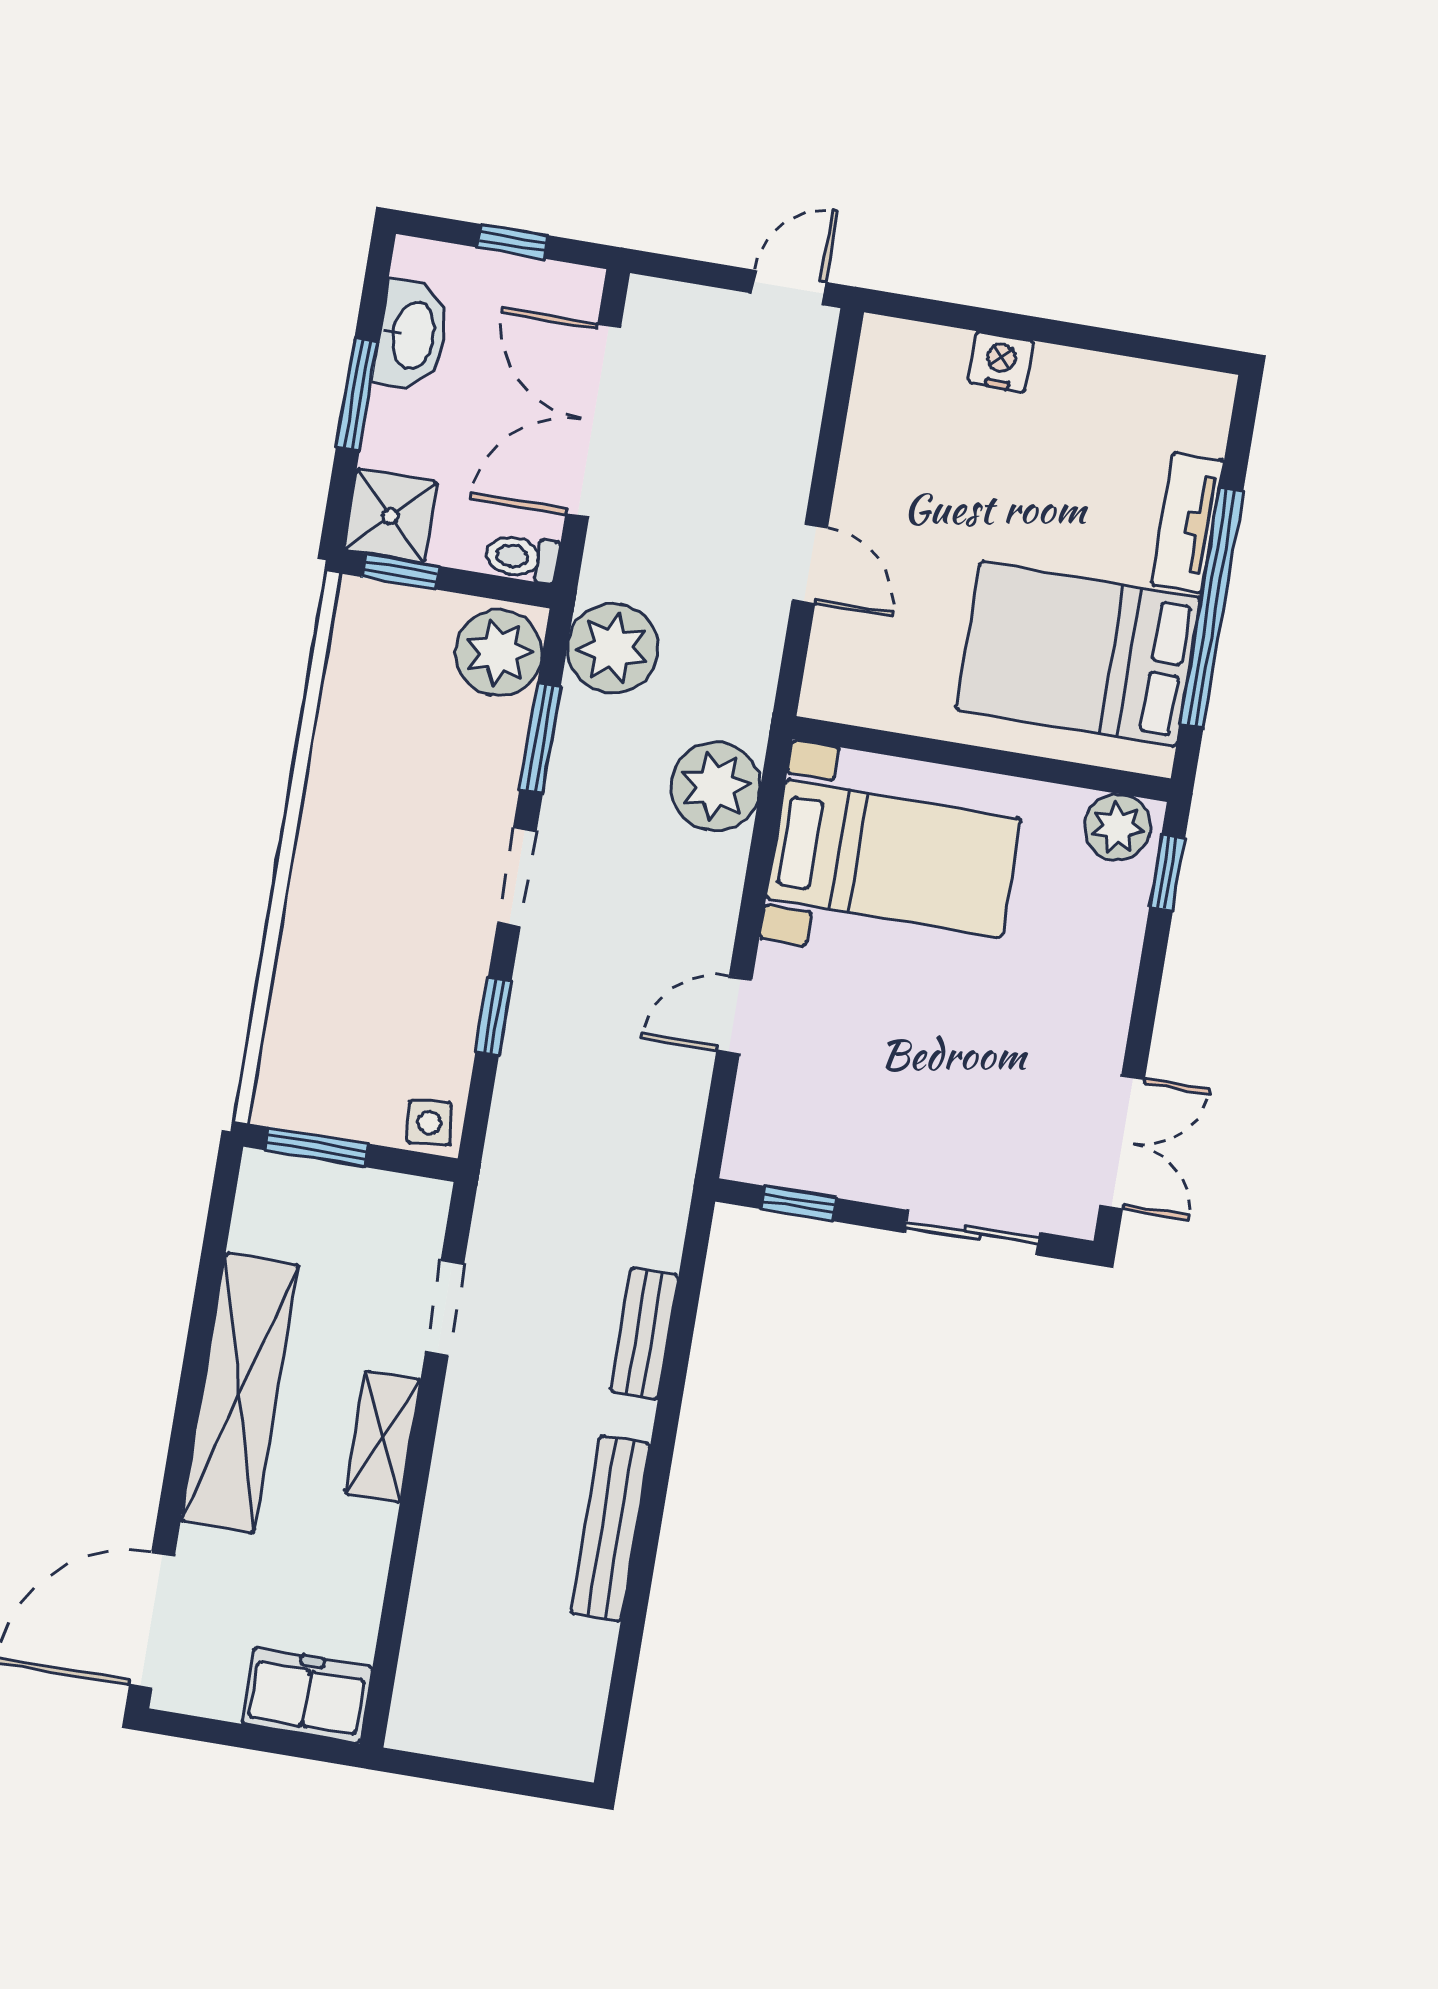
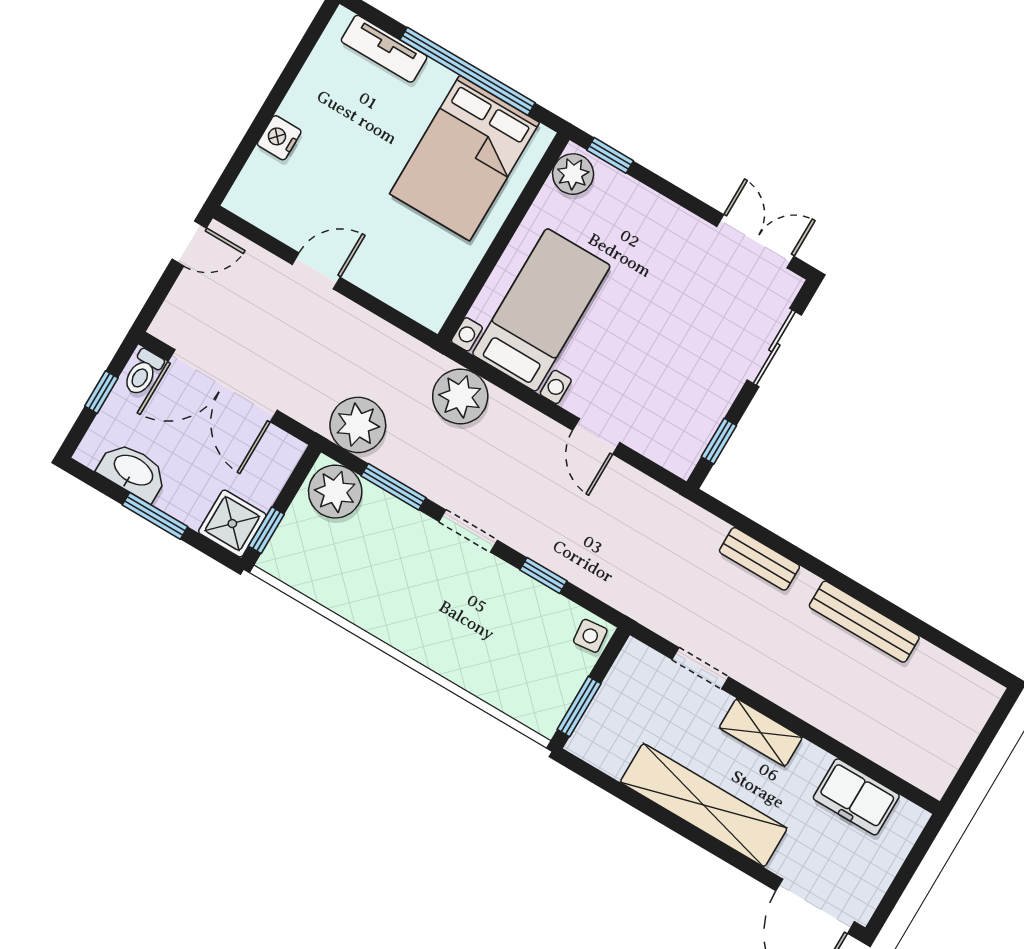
door: (789, 288) -> (189, 244), swing flipped
tv unit: (1188, 522) -> (384, 49), moved
toilet: (522, 558) -> (143, 373), moved
door: (810, 564) -> (316, 271), moved
freezer: (307, 1695) -> (856, 797), moved, turned -90

